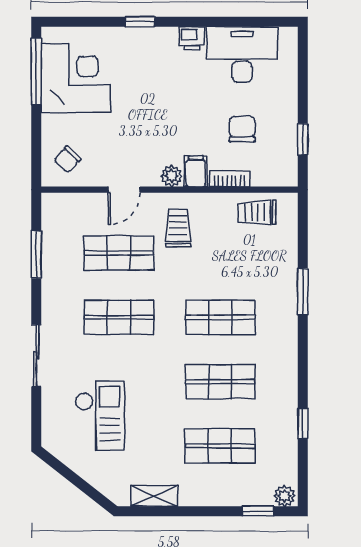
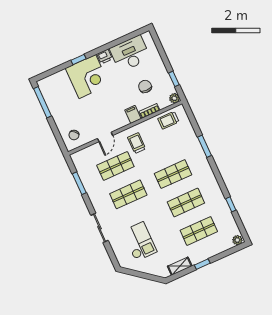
corner desk: (76, 78) -> (87, 77), moved, turned 90
plant: (171, 176) -> (174, 98), moved
window: (258, 511) -> (202, 264), moved

